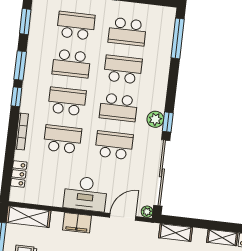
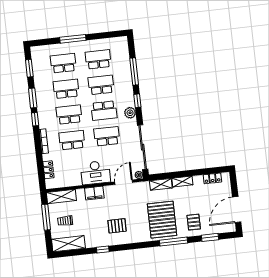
school desk: (127, 32) -> (98, 59), turned 180
window: (178, 38) -> (134, 71), moved
school desk: (71, 63) -> (66, 89), turned 180
window: (168, 122) -> (137, 101), moved
shelving: (222, 238) -> (182, 182), moved

